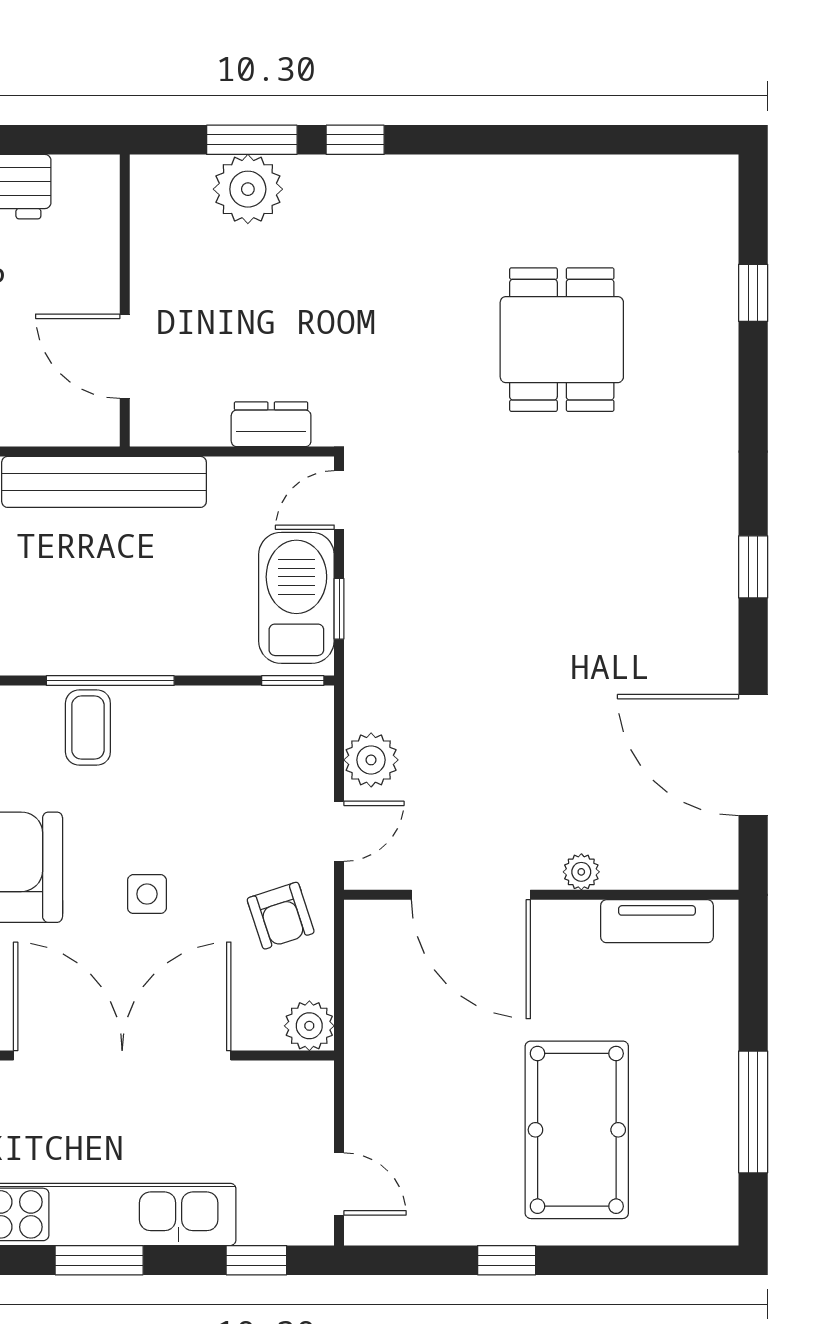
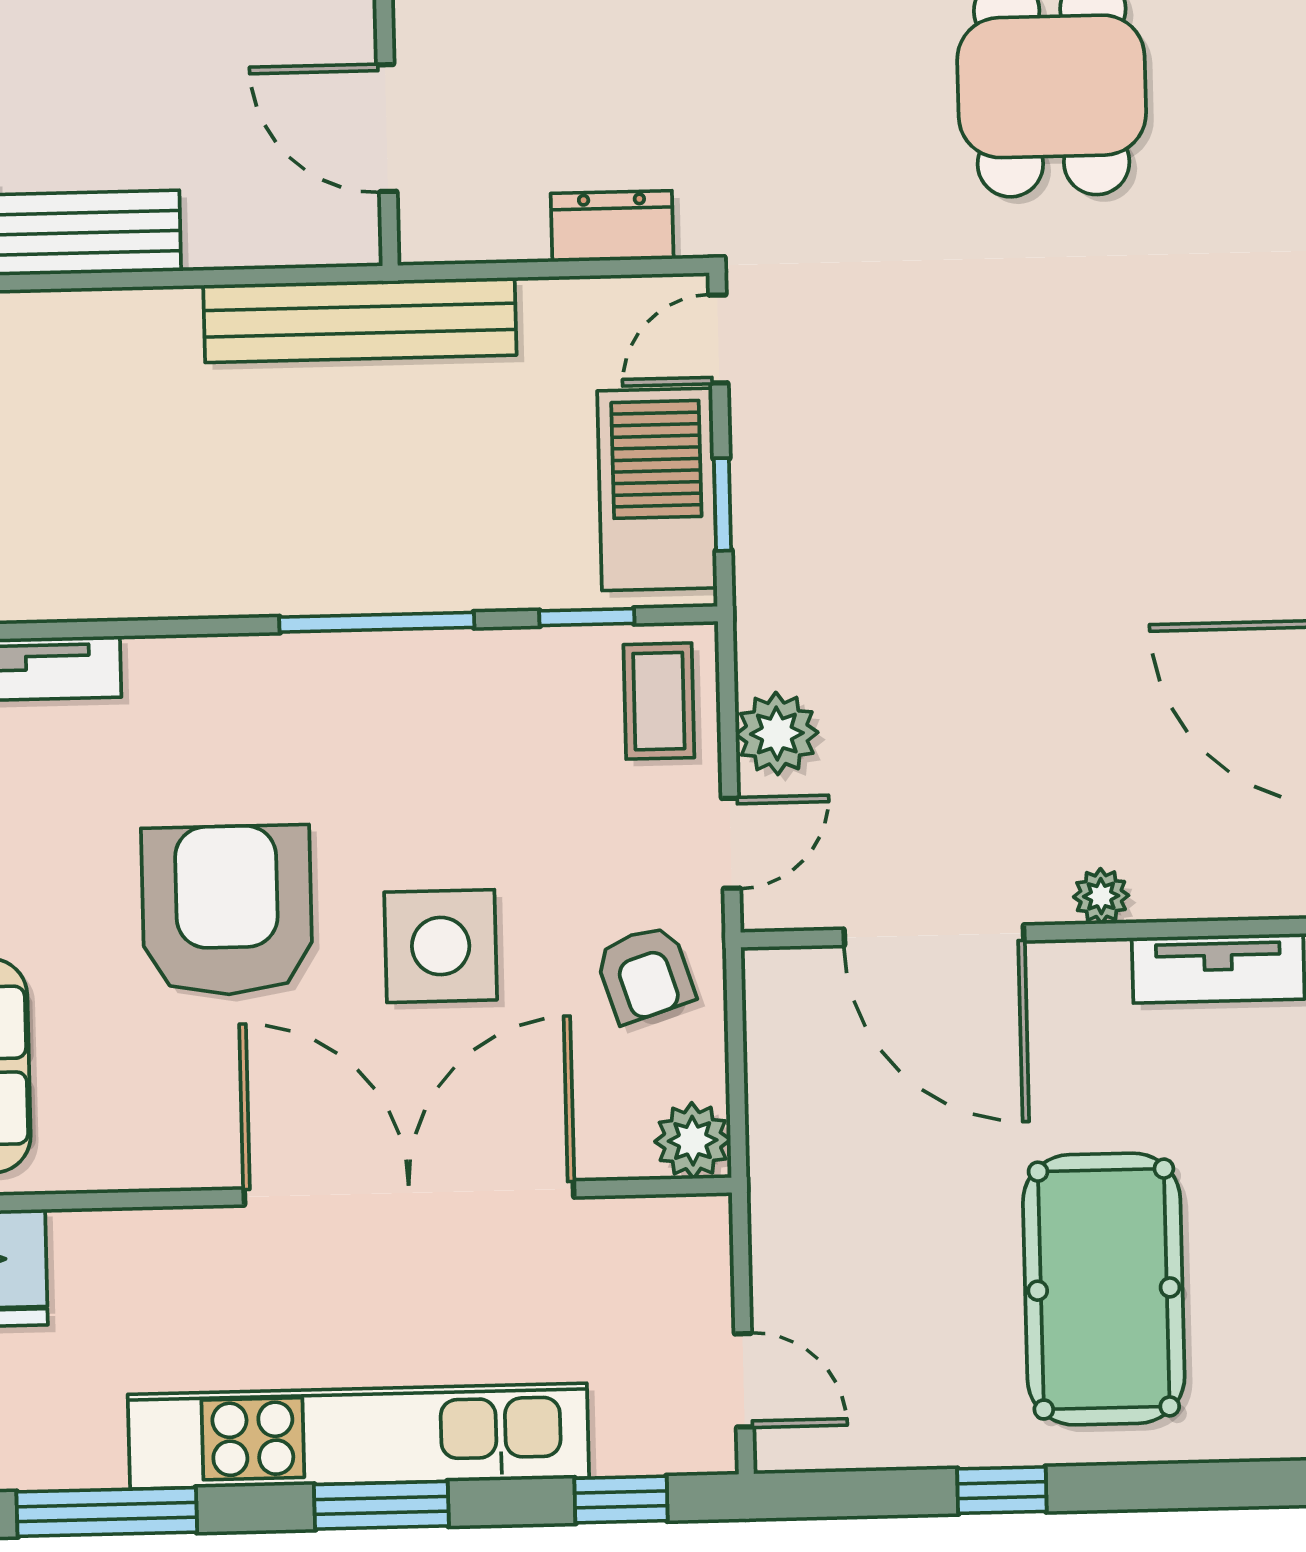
window: (293, 681) -> (587, 617), moved
coffee table: (88, 728) -> (659, 701), moved
side table: (147, 894) -> (441, 946), width x1.87, depth x1.87

